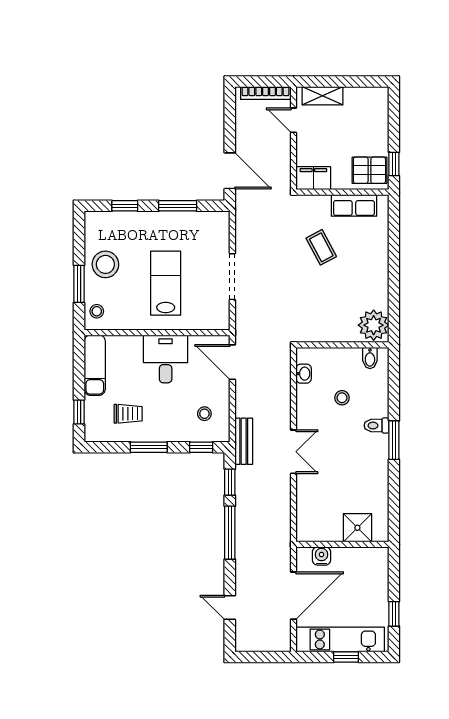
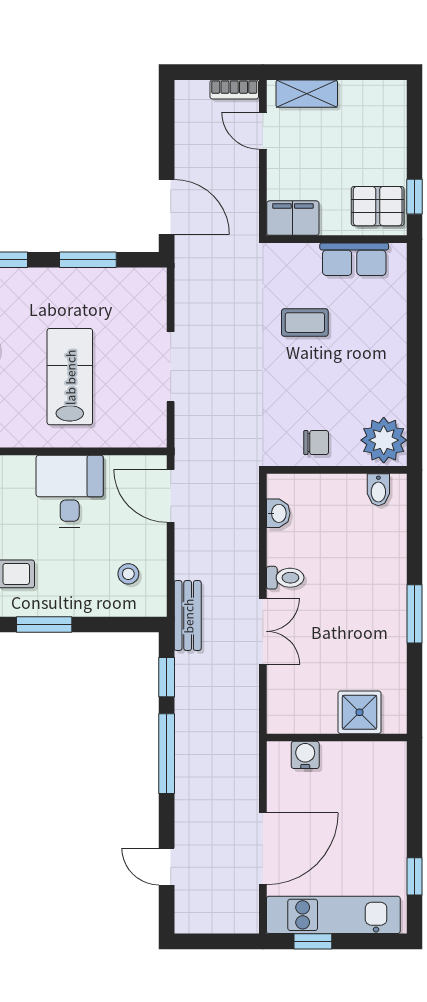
bookcase: (266, 93) -> (234, 89), width x0.64
coffee table: (321, 247) -> (305, 323), turned -62
chair: (329, 327) -> (316, 443), added
stool: (342, 398) -> (336, 550), removed
toilet: (376, 426) -> (285, 578), moved, turned 180
window: (201, 447) -> (123, 625), removed
shower: (357, 528) -> (360, 712), moved
wall: (342, 544) -> (337, 737), moved
water cooler: (322, 556) -> (305, 755), moved
window: (346, 657) -> (313, 941), moved

